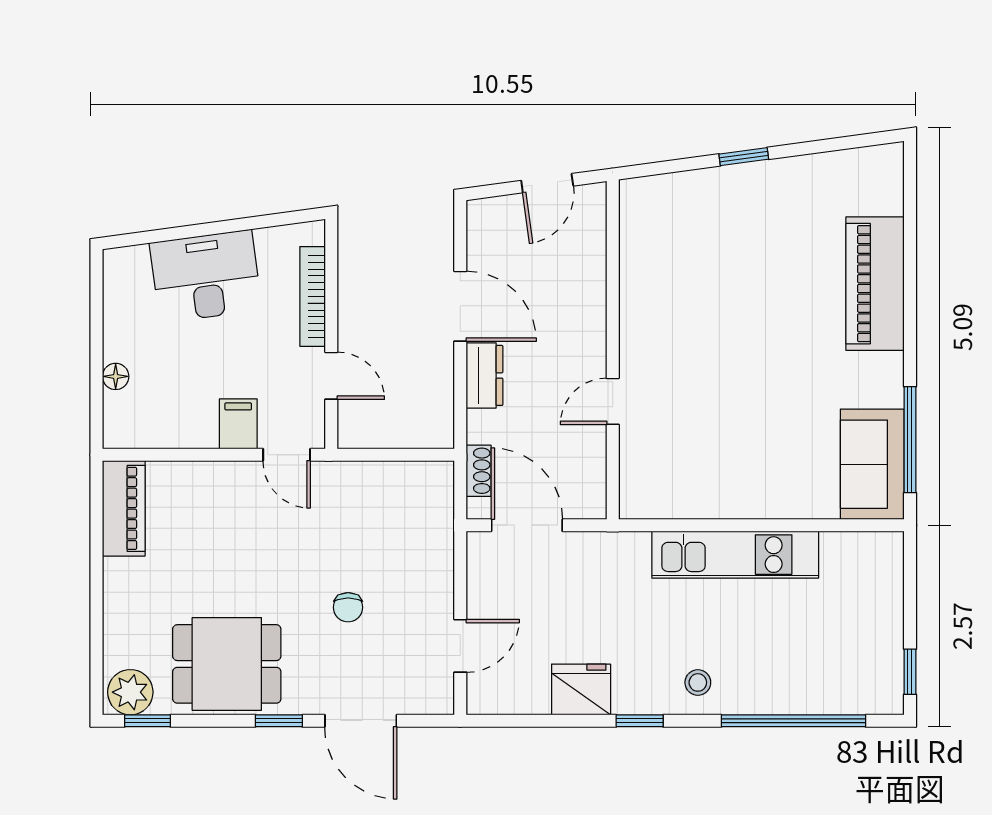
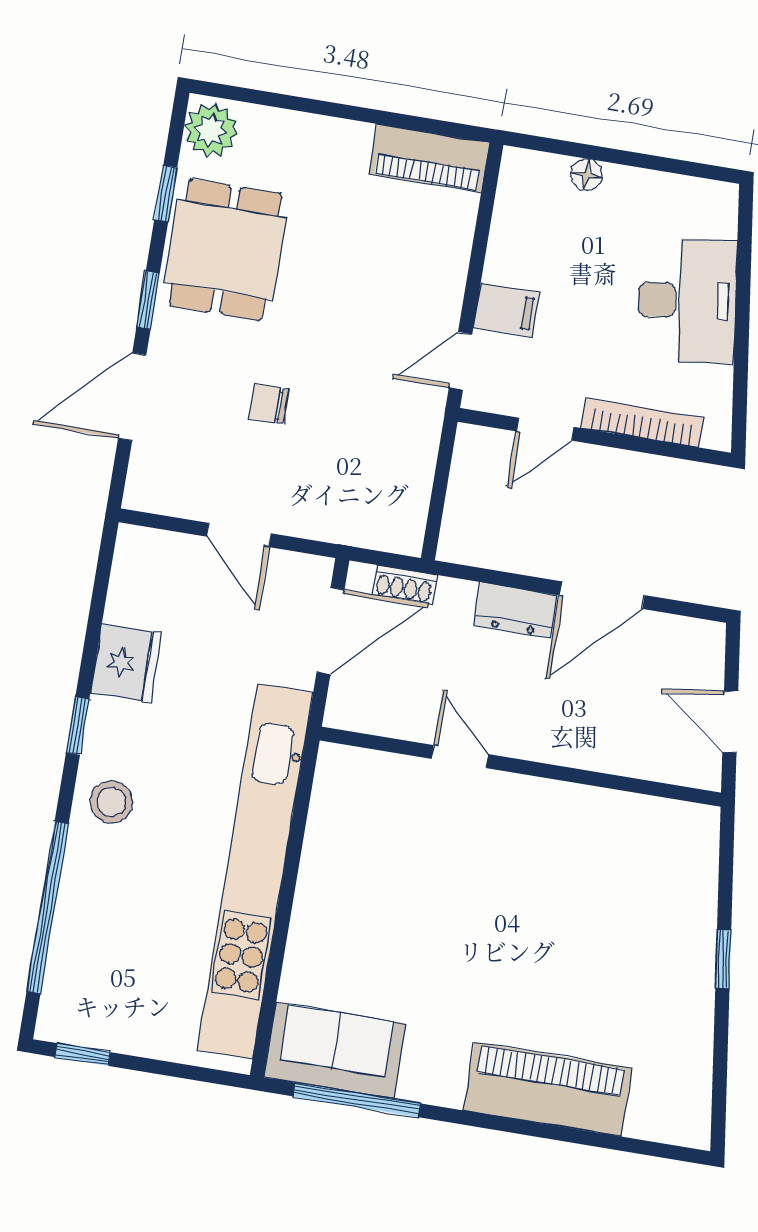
kitchen unit: (735, 555) -> (255, 871), width x1.86
door: (460, 646) -> (239, 535), moved
stool: (698, 682) -> (111, 802), width x1.37, depth x1.37
window: (147, 721) -> (166, 194), moved

